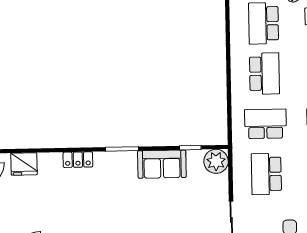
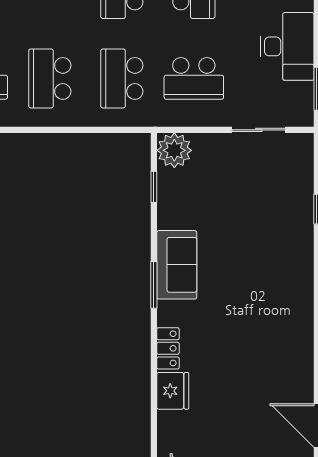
school desk: (264, 74) -> (50, 78), turned -90
fridge: (24, 164) -> (173, 391), moved
sofa: (162, 164) -> (177, 265), moved

